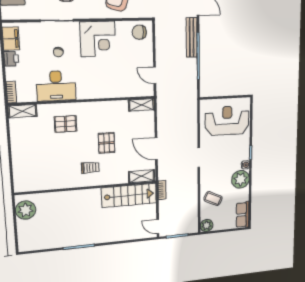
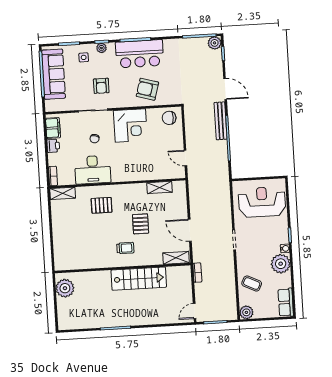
shelving: (141, 105) -> (160, 187), moved
stairs: (129, 195) -> (139, 279), moved
door: (158, 227) -> (195, 311), hinge flipped

